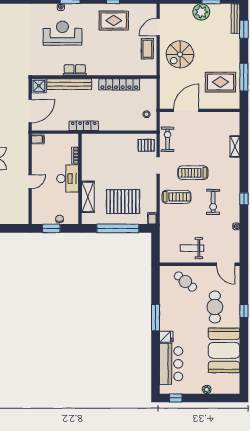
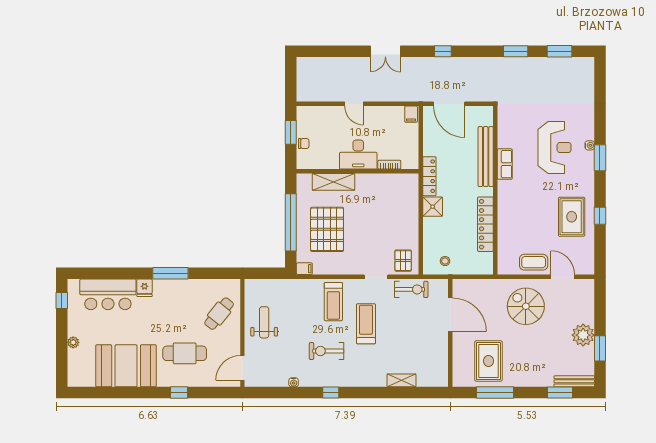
shower: (39, 86) -> (433, 207), moved

